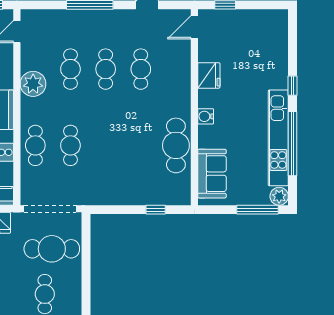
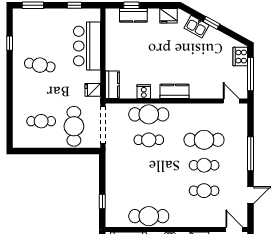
cafe table: (70, 69) -> (204, 140), width x1.37, depth x1.35
plant: (33, 84) -> (193, 113), removed
cafe table: (35, 145) -> (149, 114), width x1.37, depth x1.35

